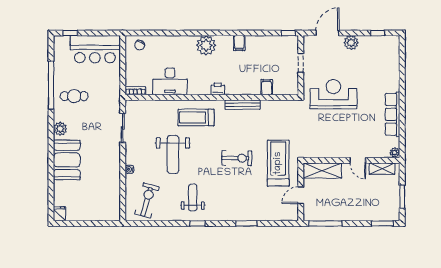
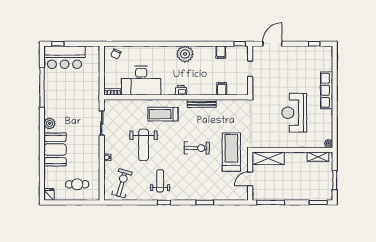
filing cabinet: (239, 43) -> (221, 52), moved
plant: (351, 43) -> (292, 52), removed
plant: (206, 45) -> (185, 54), moved
bar counter: (95, 49) -> (65, 57), moved
desk: (170, 81) -> (141, 81), width x1.36, depth x1.30
reception desk: (333, 94) -> (294, 113), moved, turned -90
cafe table: (74, 96) -> (77, 184), moved
row of seats: (392, 114) -> (327, 90), moved
door: (358, 160) -> (298, 150), removed

